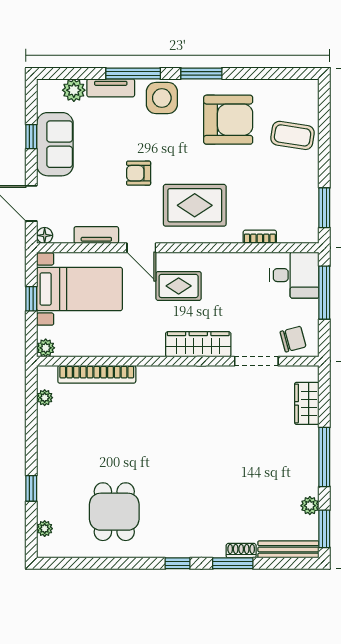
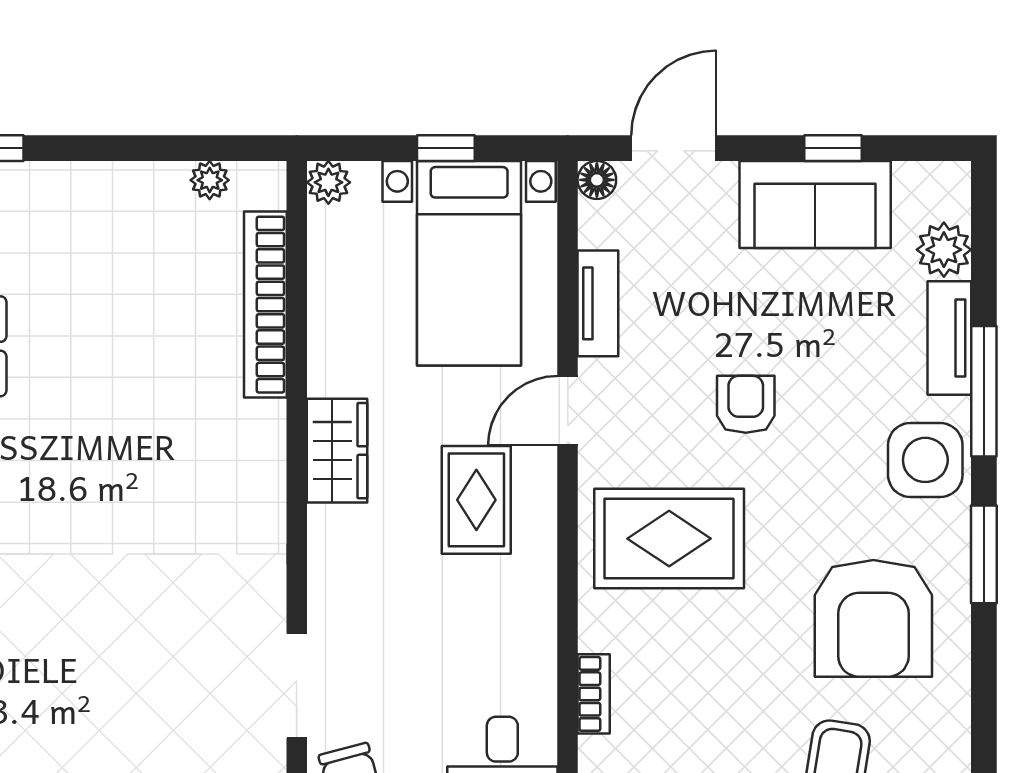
rug: (195, 205) -> (669, 539), turned 90
wardrobe: (198, 344) -> (337, 451), moved, width x0.67

